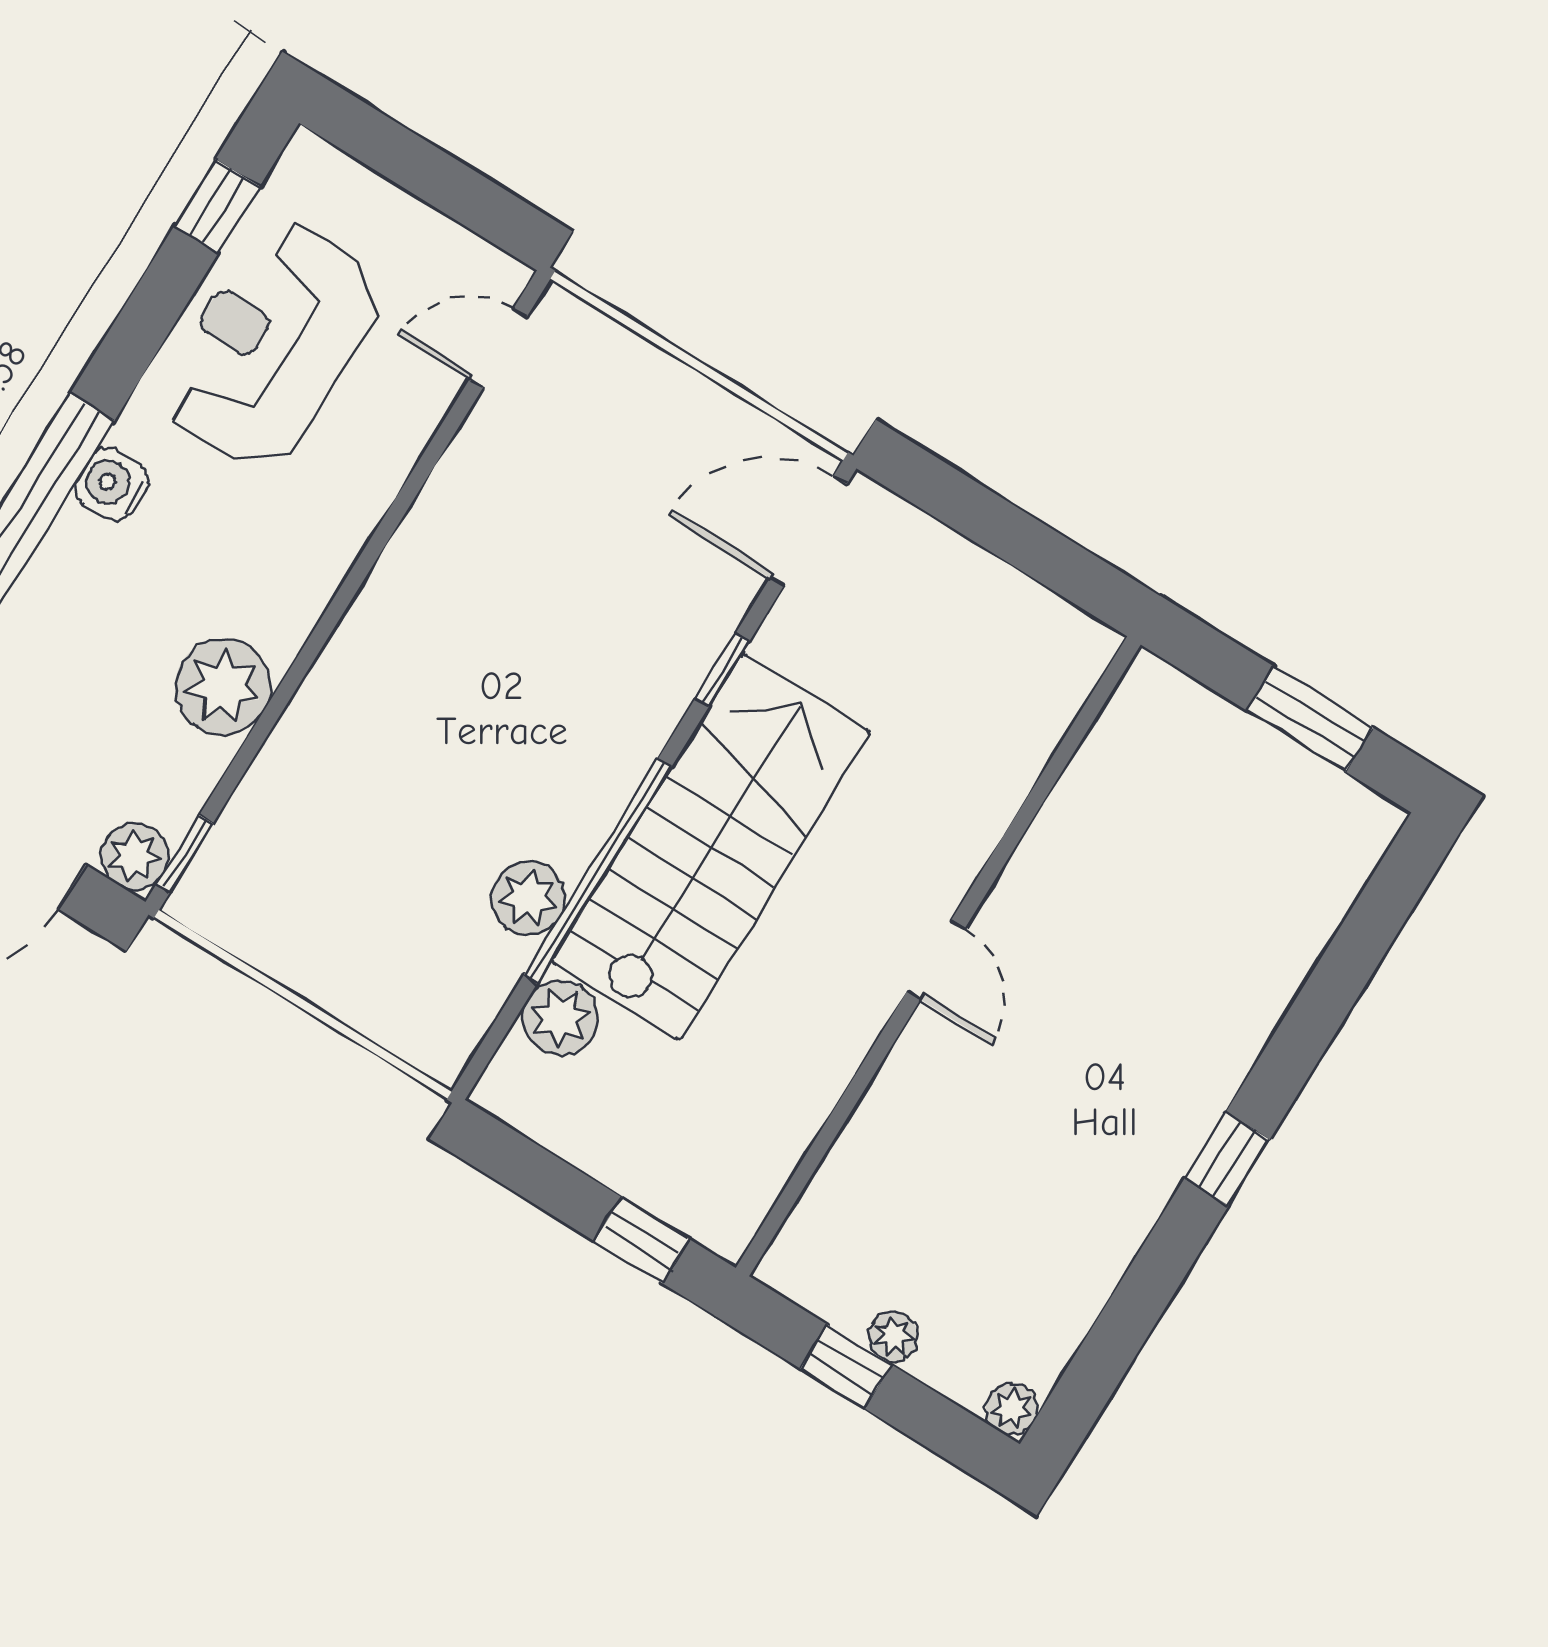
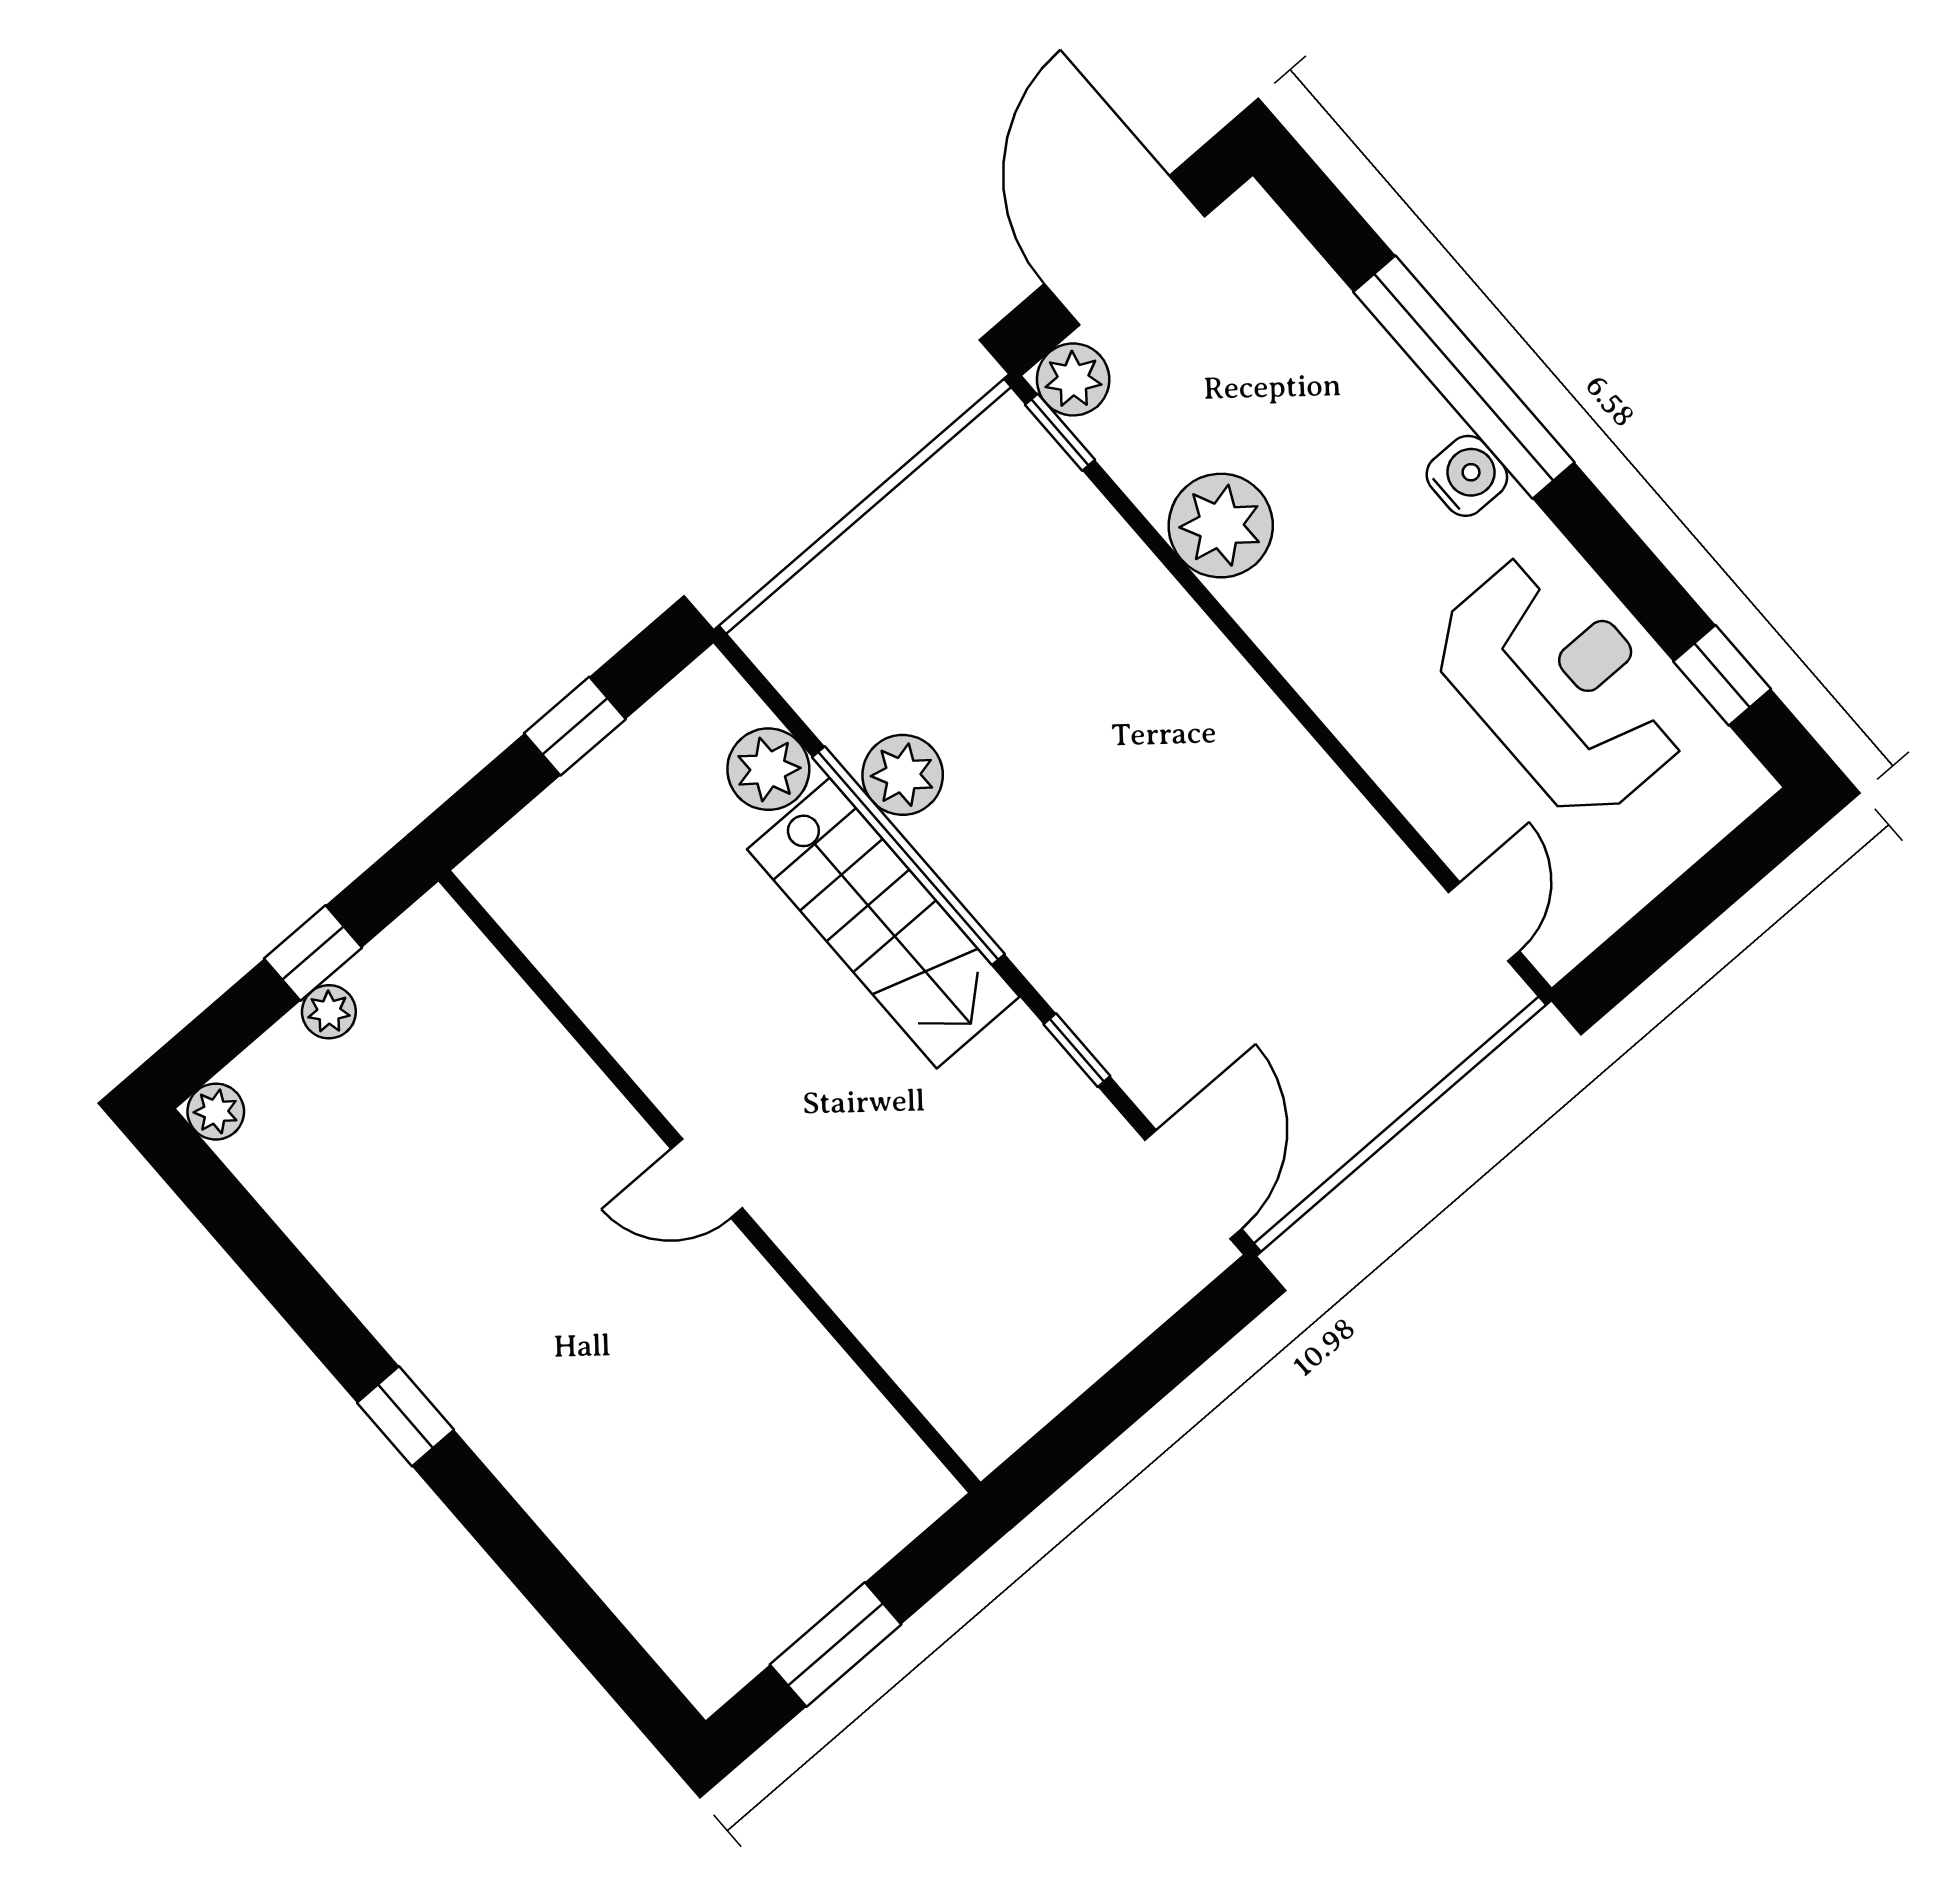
stairs: (711, 847) -> (883, 923), width x0.73, depth x0.66
window: (642, 1240) -> (575, 726), moved

